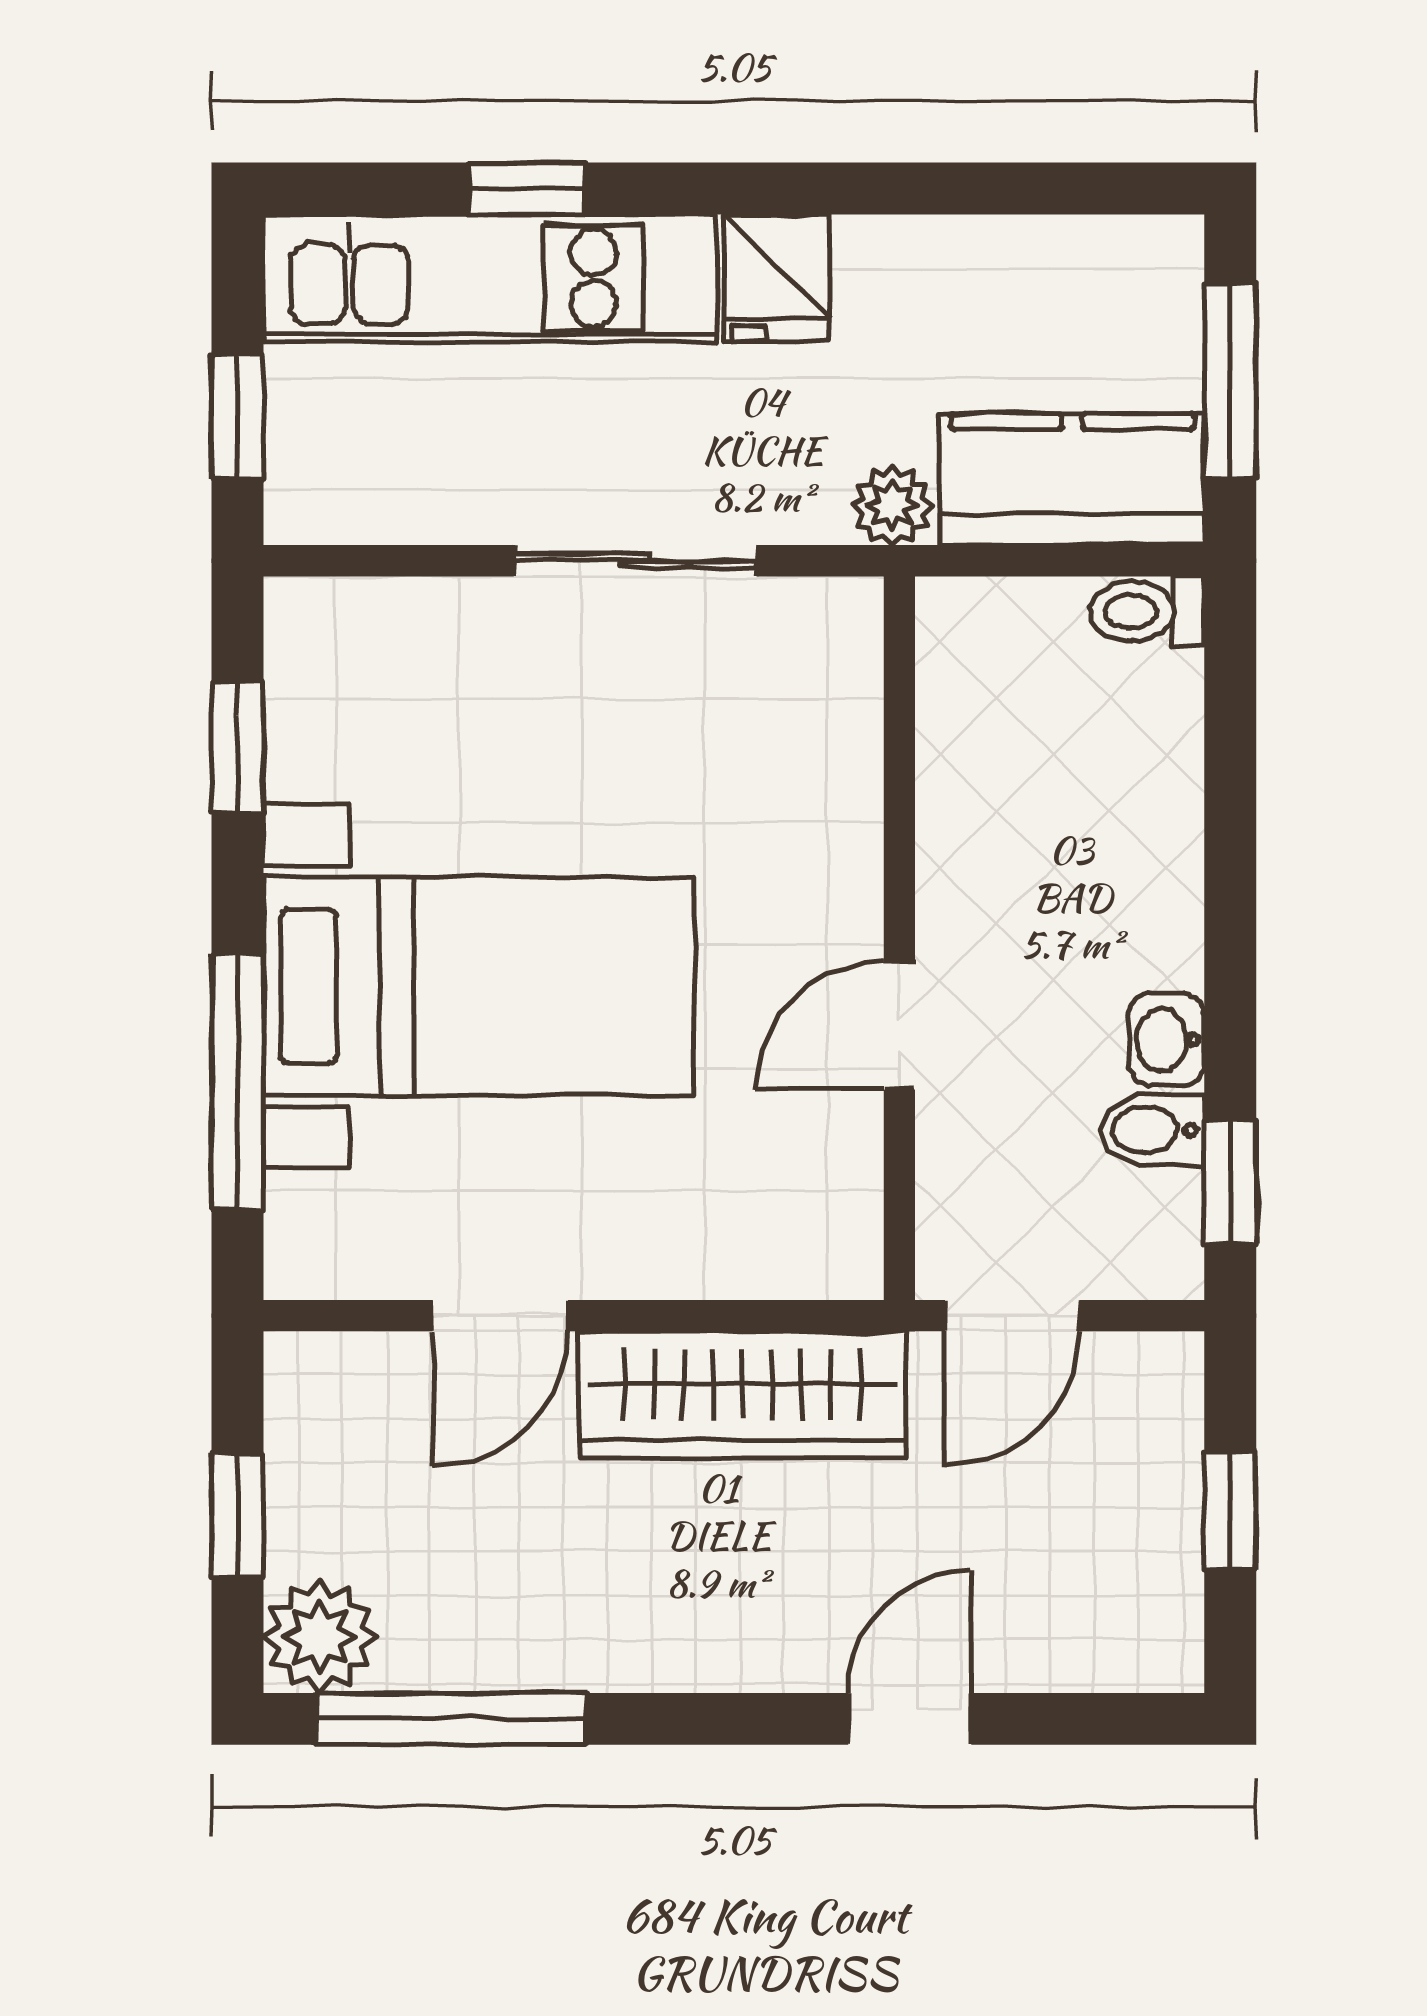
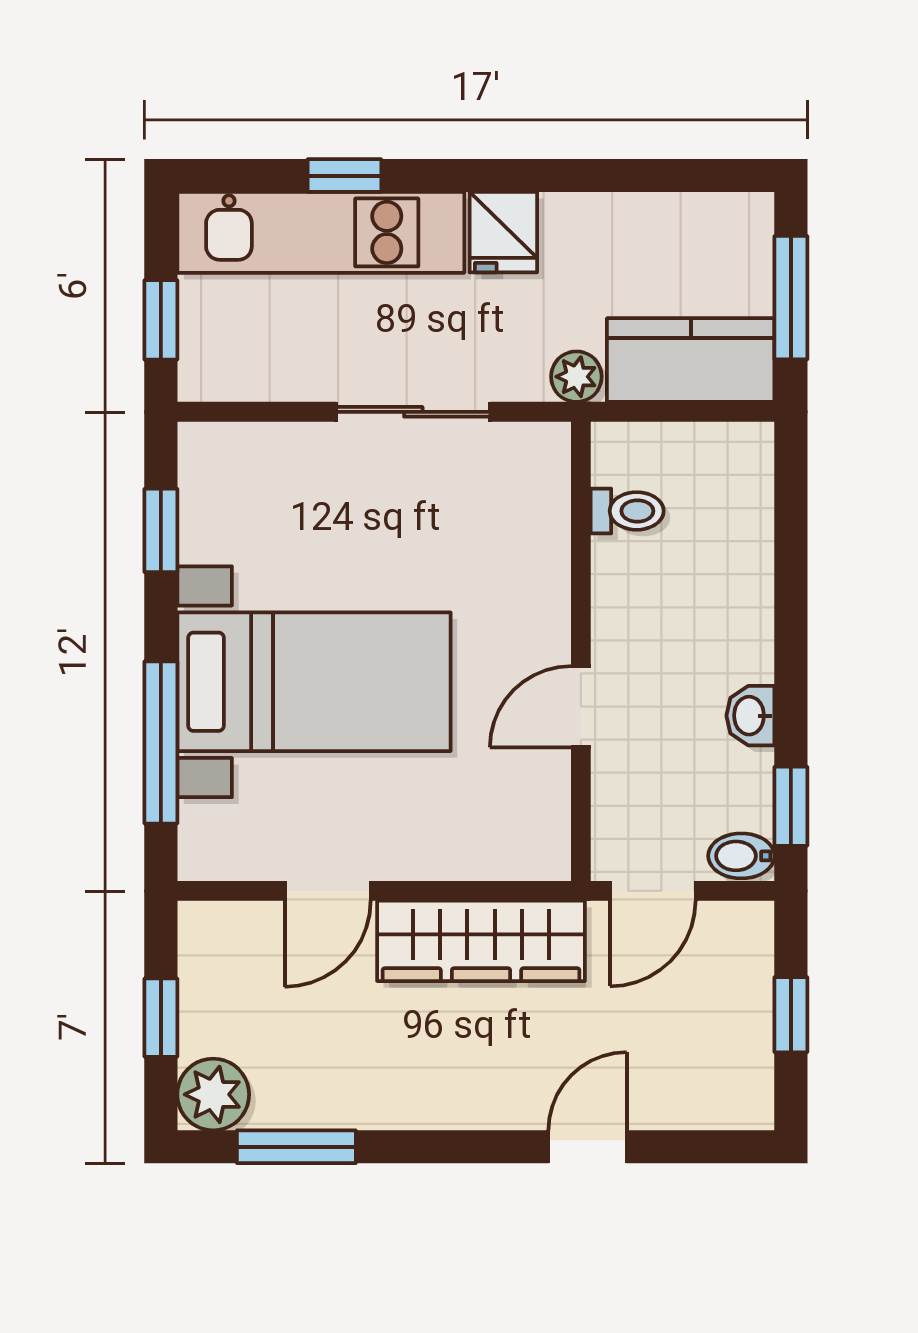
toilet: (1147, 612) -> (627, 511), moved, turned 180
bidet: (1152, 1130) -> (741, 856), moved
window: (451, 1719) -> (296, 1147), width x0.69

